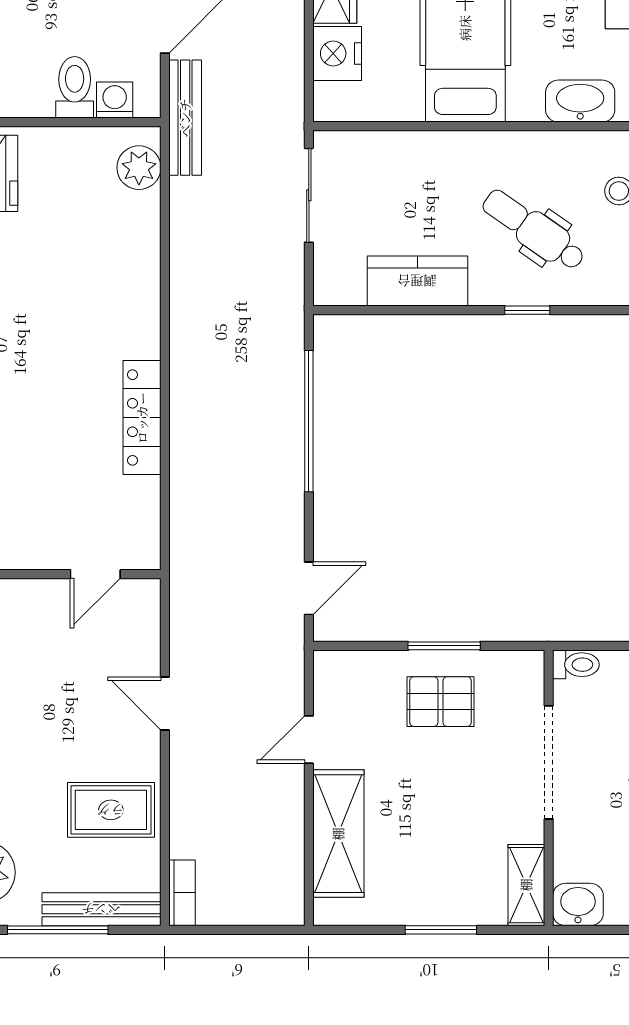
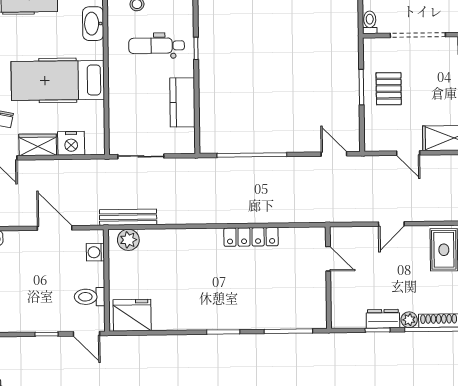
toilet: (75, 87) -> (90, 297), moved
bench: (185, 118) -> (128, 217), moved
dental chair: (534, 230) -> (157, 46), turned 55

